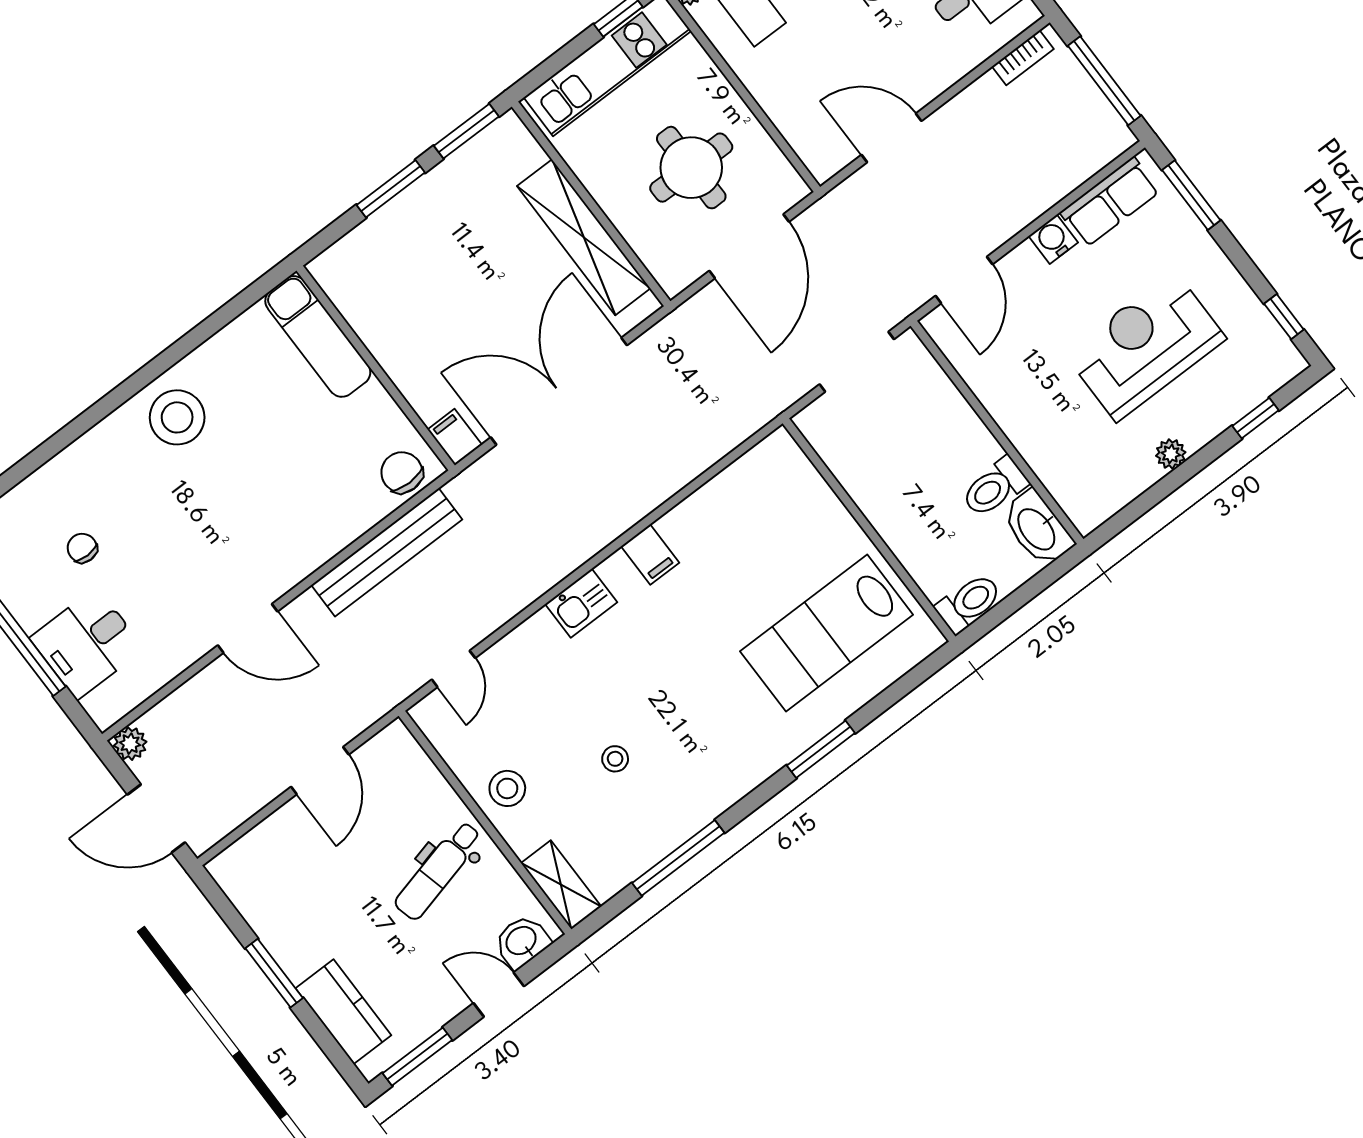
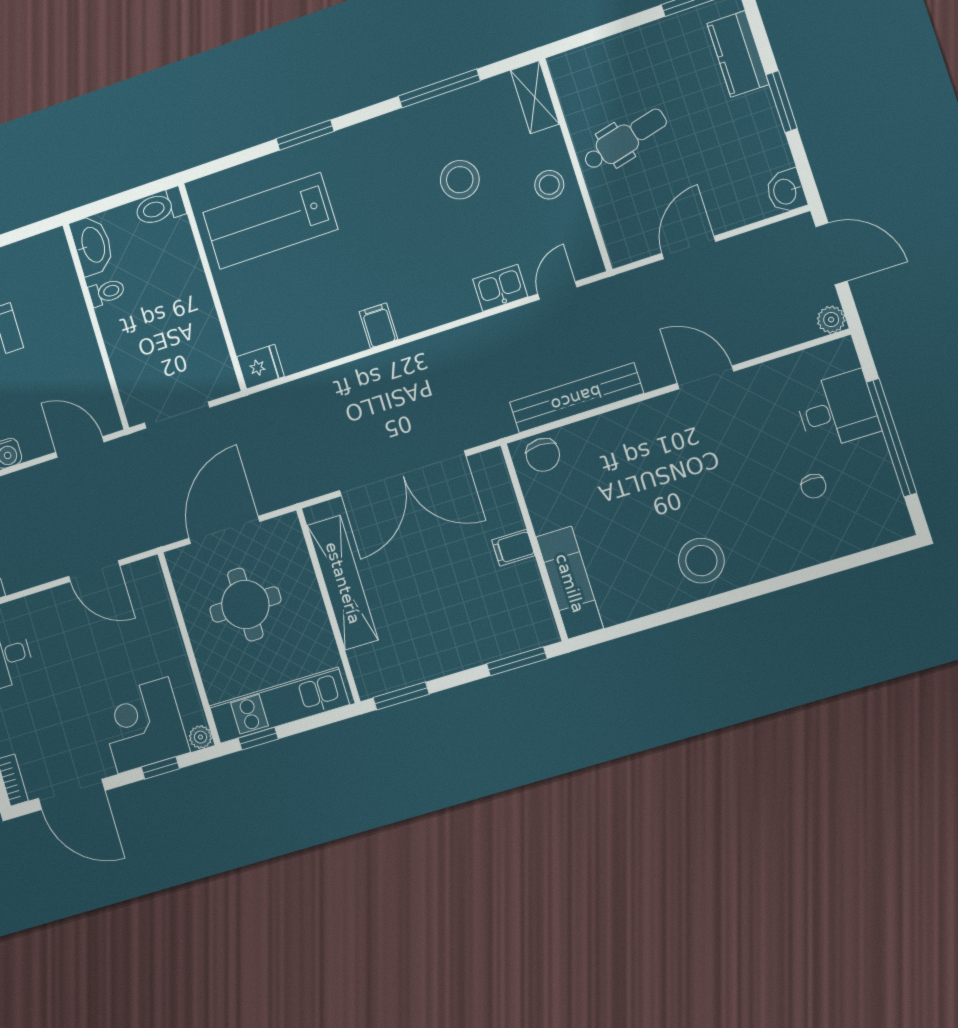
window: (391, 189) -> (517, 661), moved
door: (964, 280) -> (80, 447), hinge flipped
filing cabinet: (455, 437) -> (513, 548), moved, turned 90
fridge: (775, 456) -> (261, 367), added
toilet: (995, 487) -> (107, 292), width x0.73, depth x0.72
kitchen sink: (581, 603) -> (500, 288), moved
lab bench: (827, 633) -> (270, 221), turned 180
stool: (615, 759) -> (460, 180), width x1.89, depth x1.89
washbasin: (522, 941) -> (786, 191), moved, turned 90
door: (499, 995) -> (613, 28), removed

